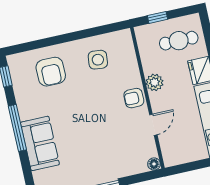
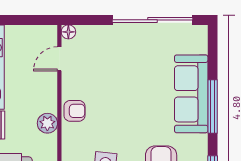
door: (153, 125) -> (59, 59), moved
sofa: (40, 143) -> (191, 94), width x1.36

